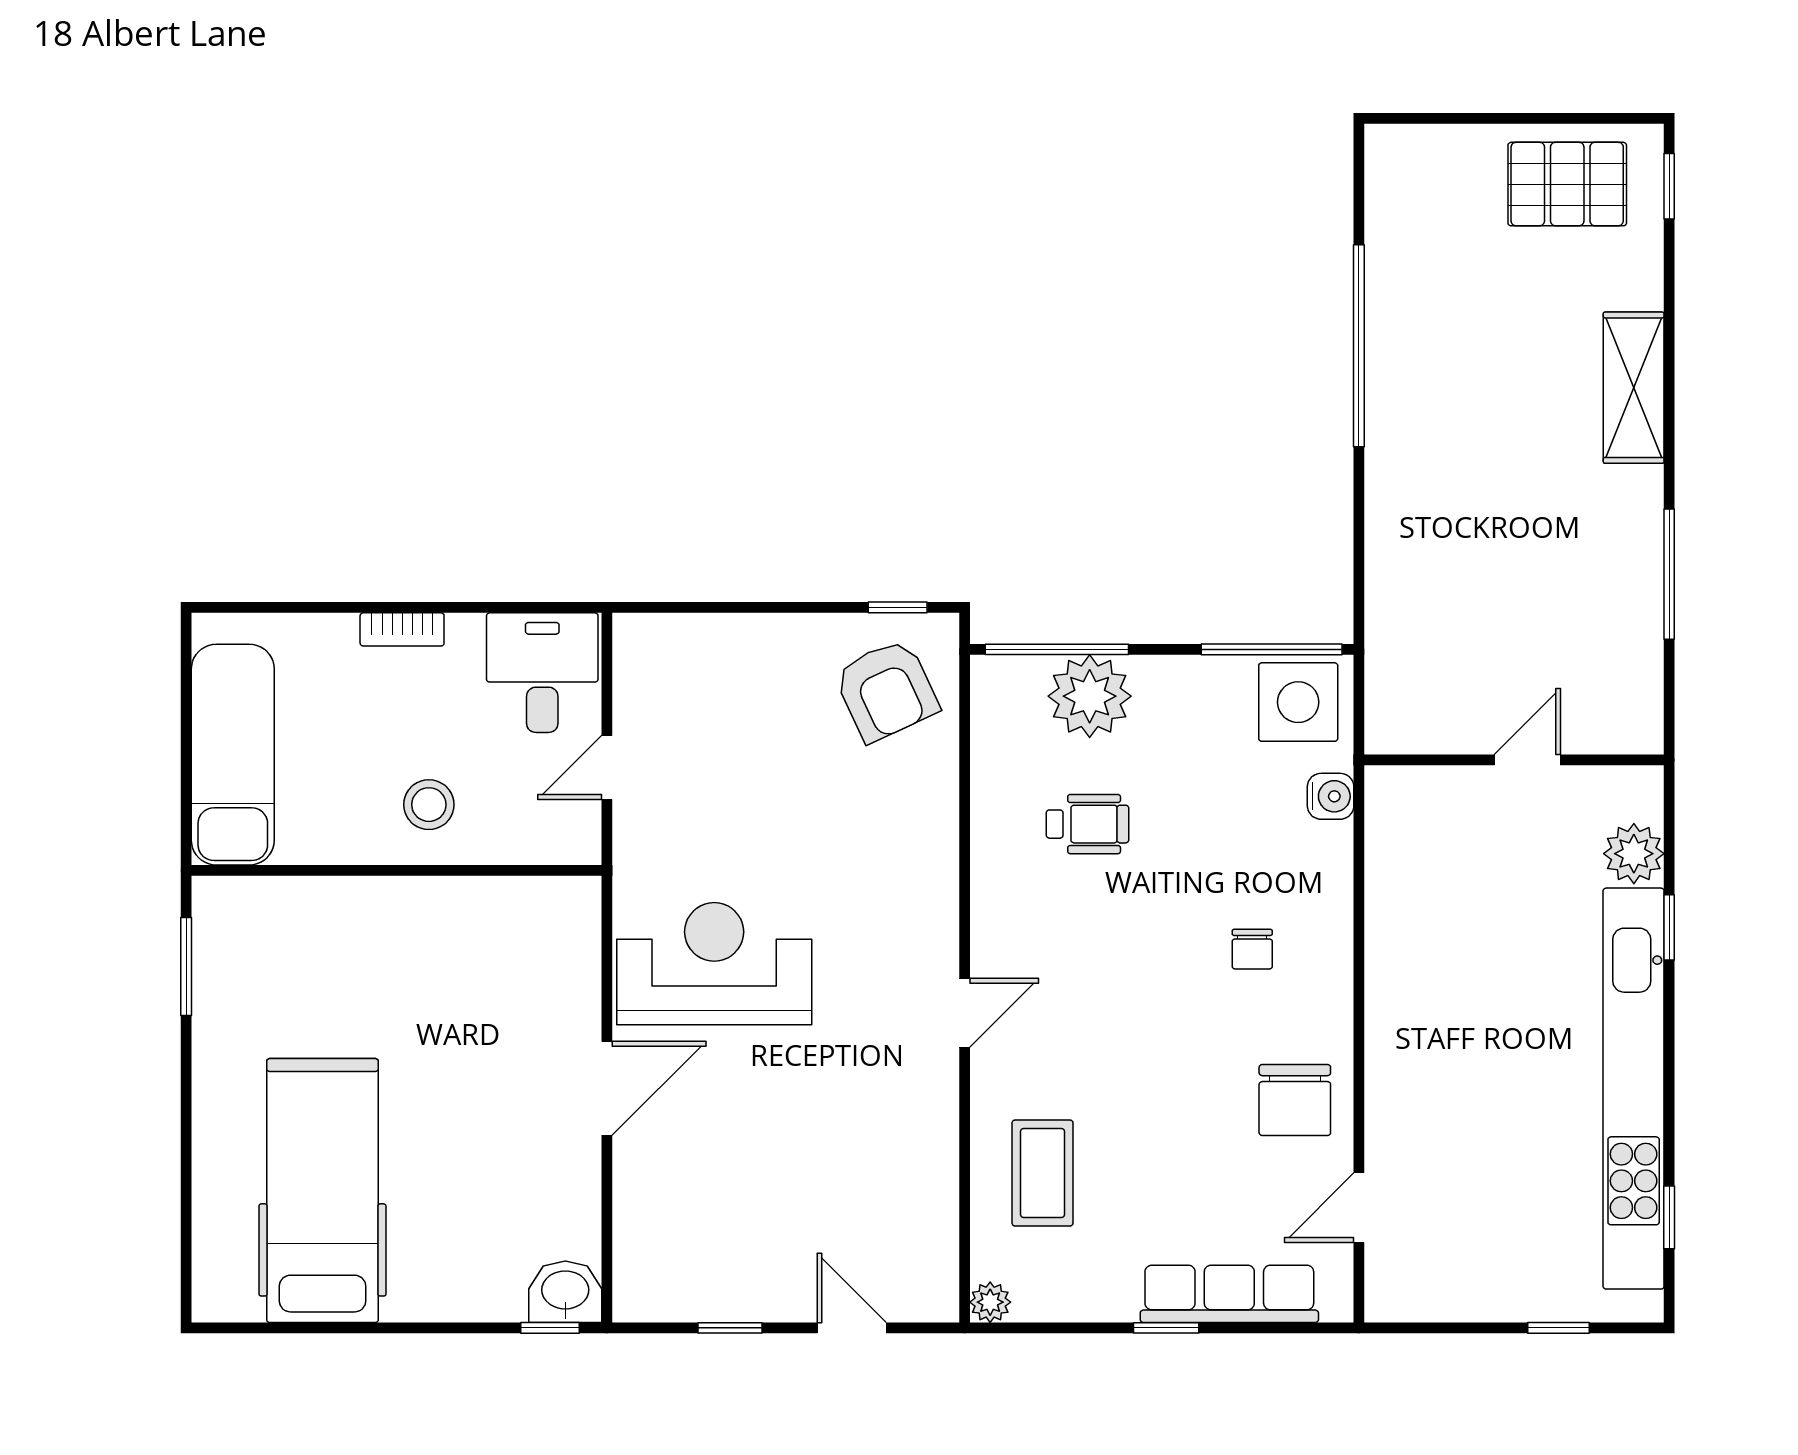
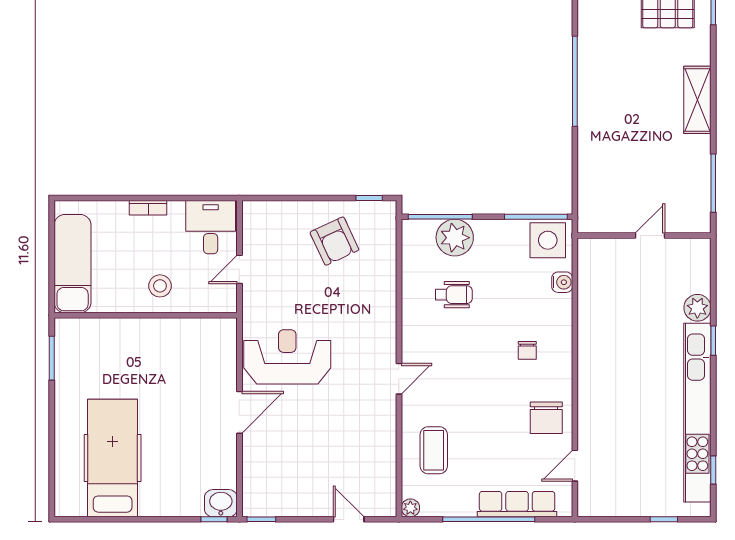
armchair: (886, 690) -> (334, 241), moved
wall: (1514, 760) -> (644, 235), moved
door: (1527, 760) -> (650, 235), moved
window: (730, 1328) -> (261, 519), moved
window: (1166, 1328) -> (489, 519), width x3.17

